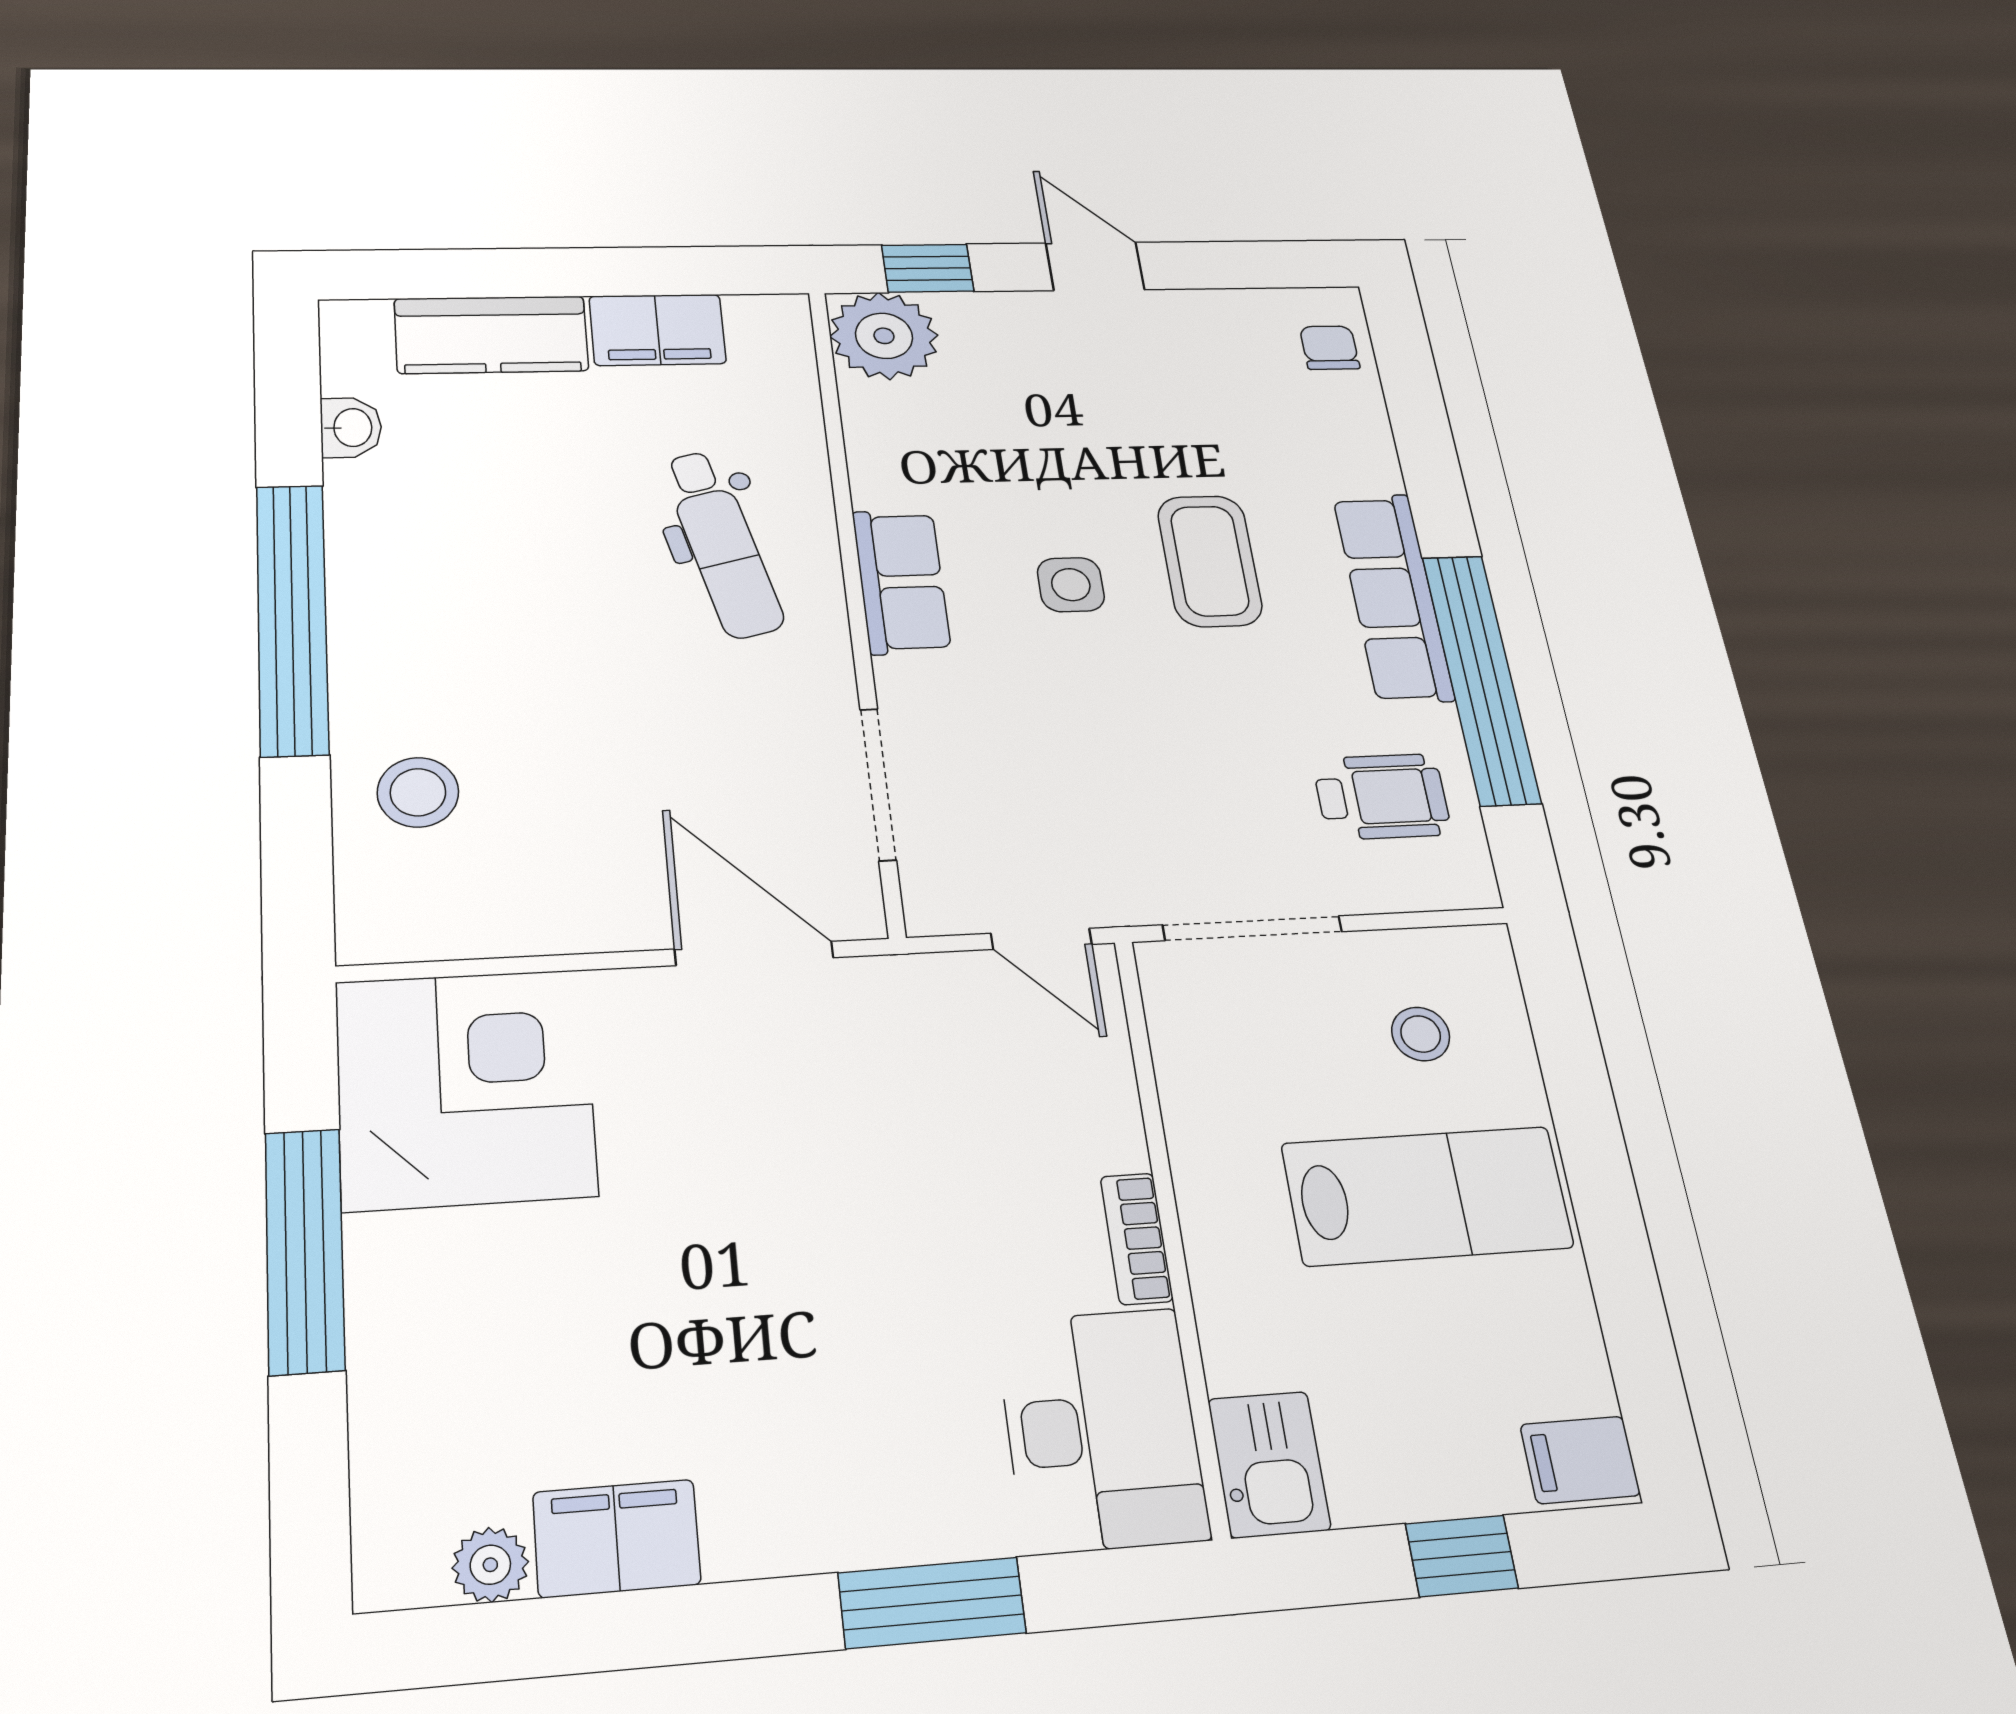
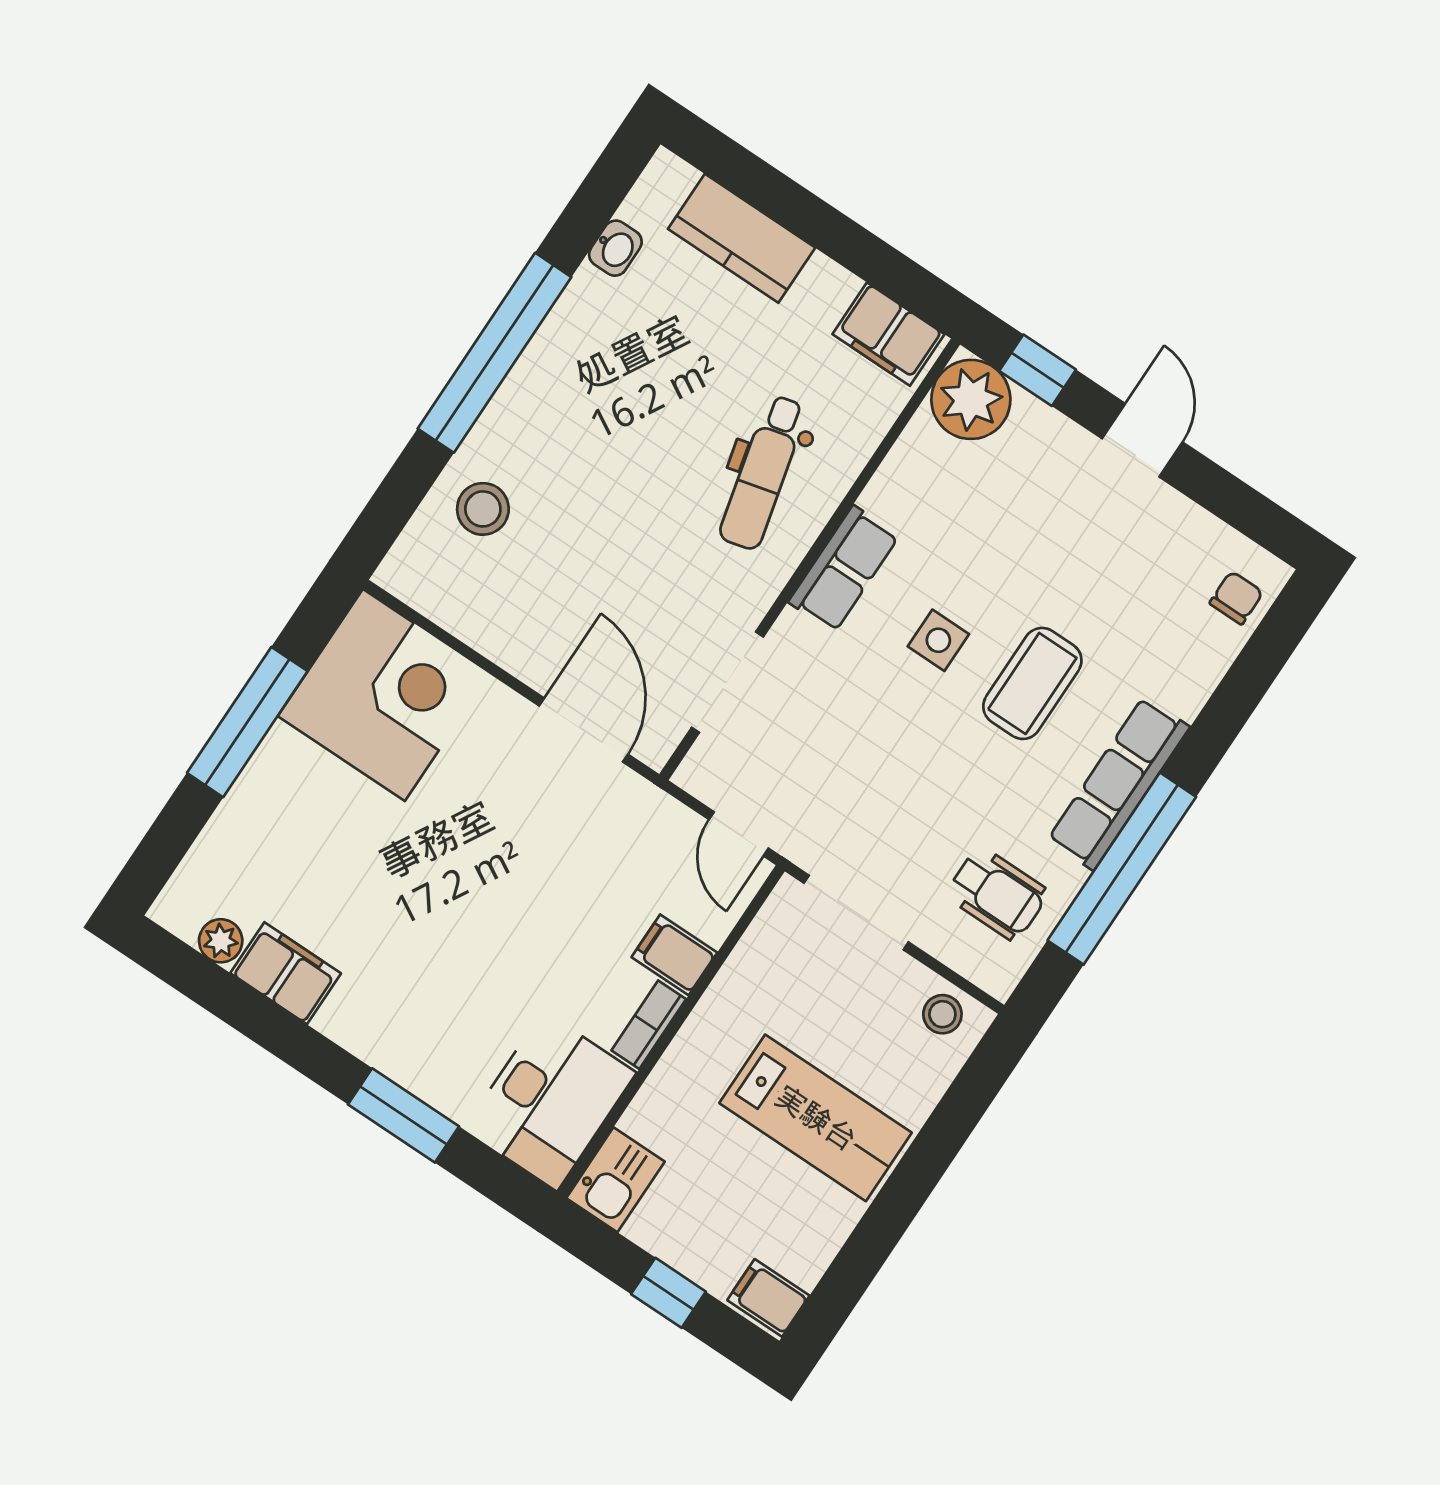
filing cabinet: (658, 330) -> (888, 334), moved
stool: (1421, 1034) -> (942, 1014), moved
filing cabinet: (1092, 1132) -> (674, 955), added

